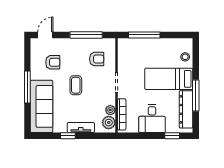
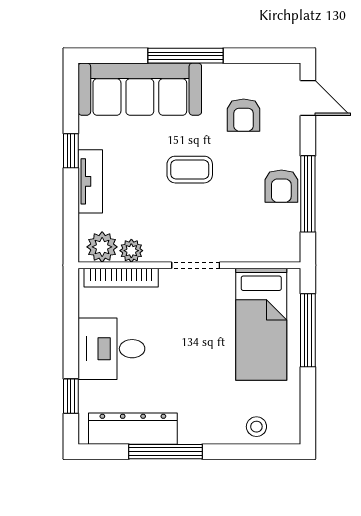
armchair: (97, 59) -> (281, 186), moved
bed: (169, 79) -> (261, 324), moved, turned 180

